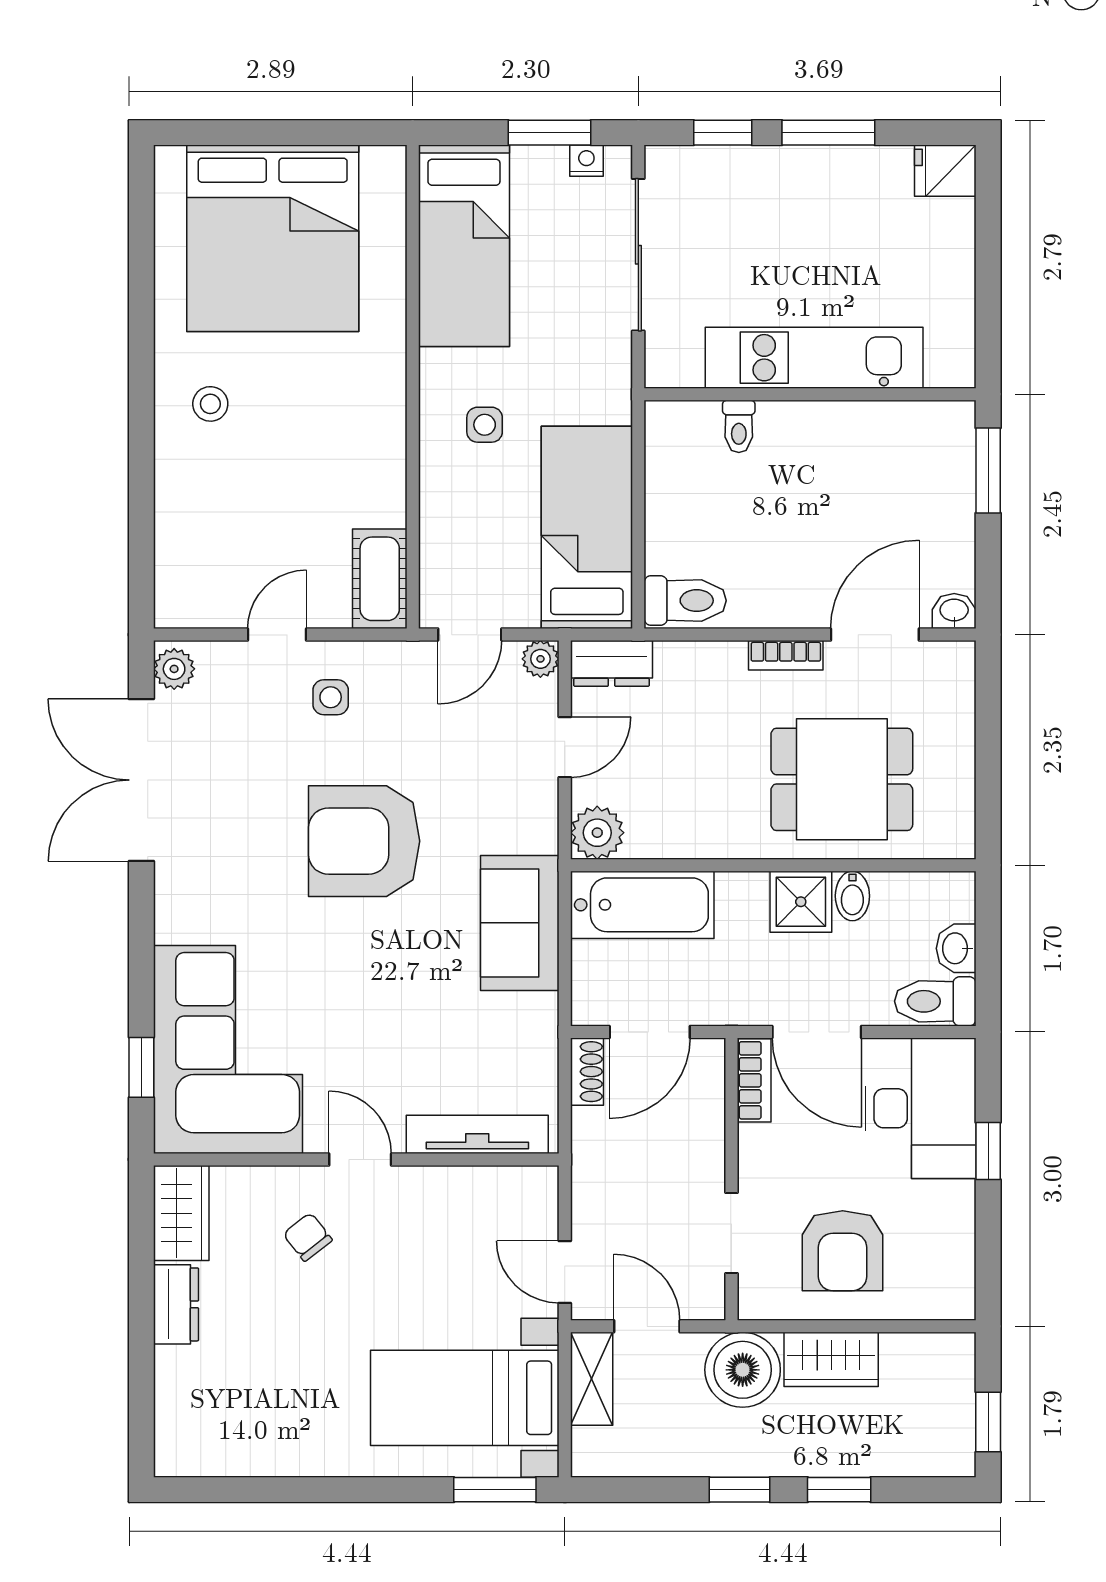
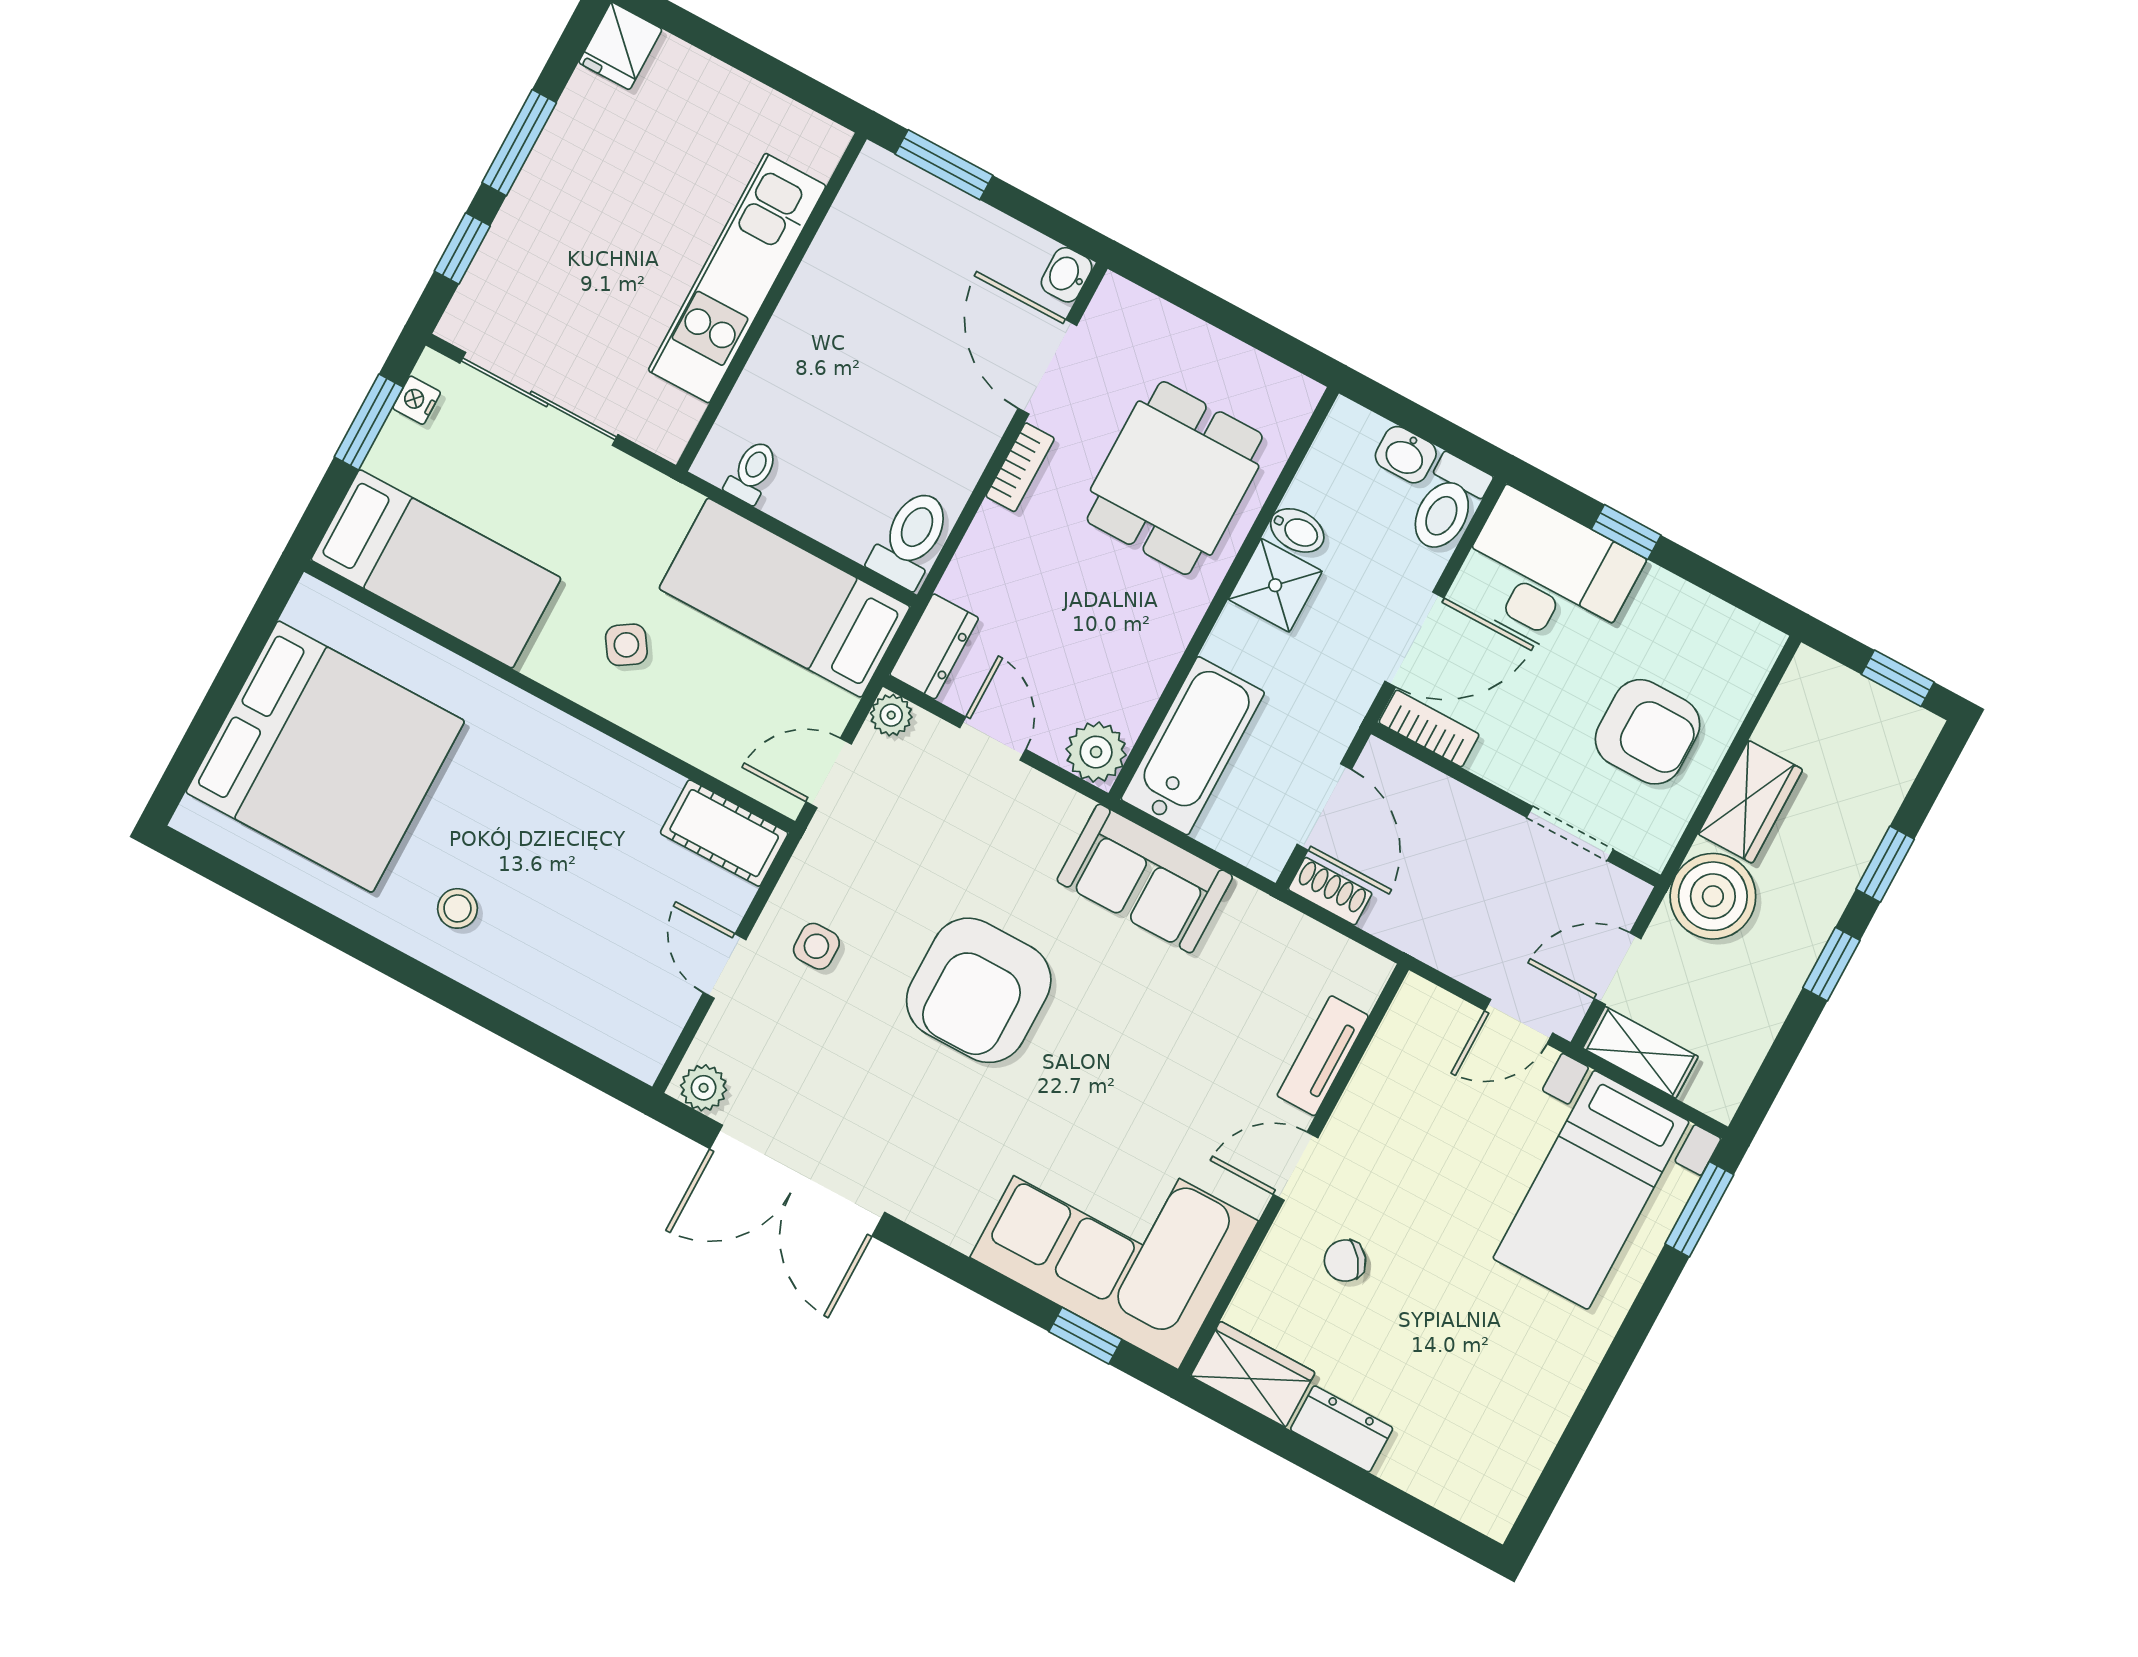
side table: (485, 425) -> (626, 645), turned -33
toilet: (739, 426) -> (752, 472), moved, turned -90
door: (470, 635) -> (829, 773), swing flipped
tv unit: (477, 1134) -> (1323, 1056), width x0.71

